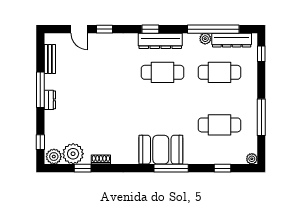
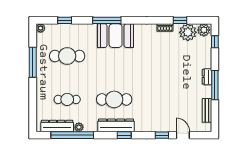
window: (261, 54) -> (33, 115), removed
cafe table: (219, 72) -> (67, 99), width x0.73, depth x0.74

